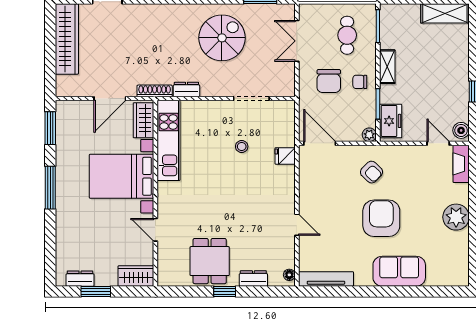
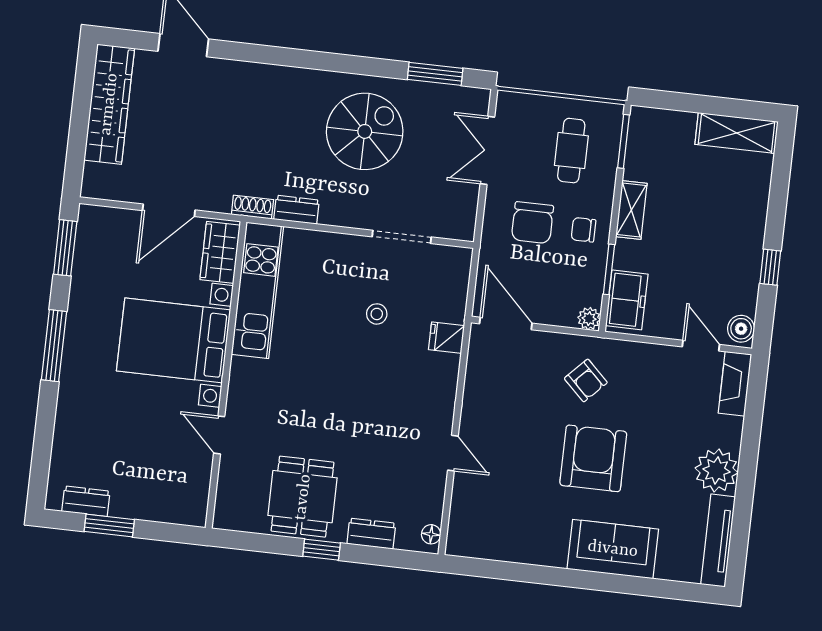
shoe rack: (155, 91) -> (252, 207), width x0.70
wardrobe: (136, 276) -> (178, 507), removed
tv unit: (326, 279) -> (718, 541), moved, turned -90

